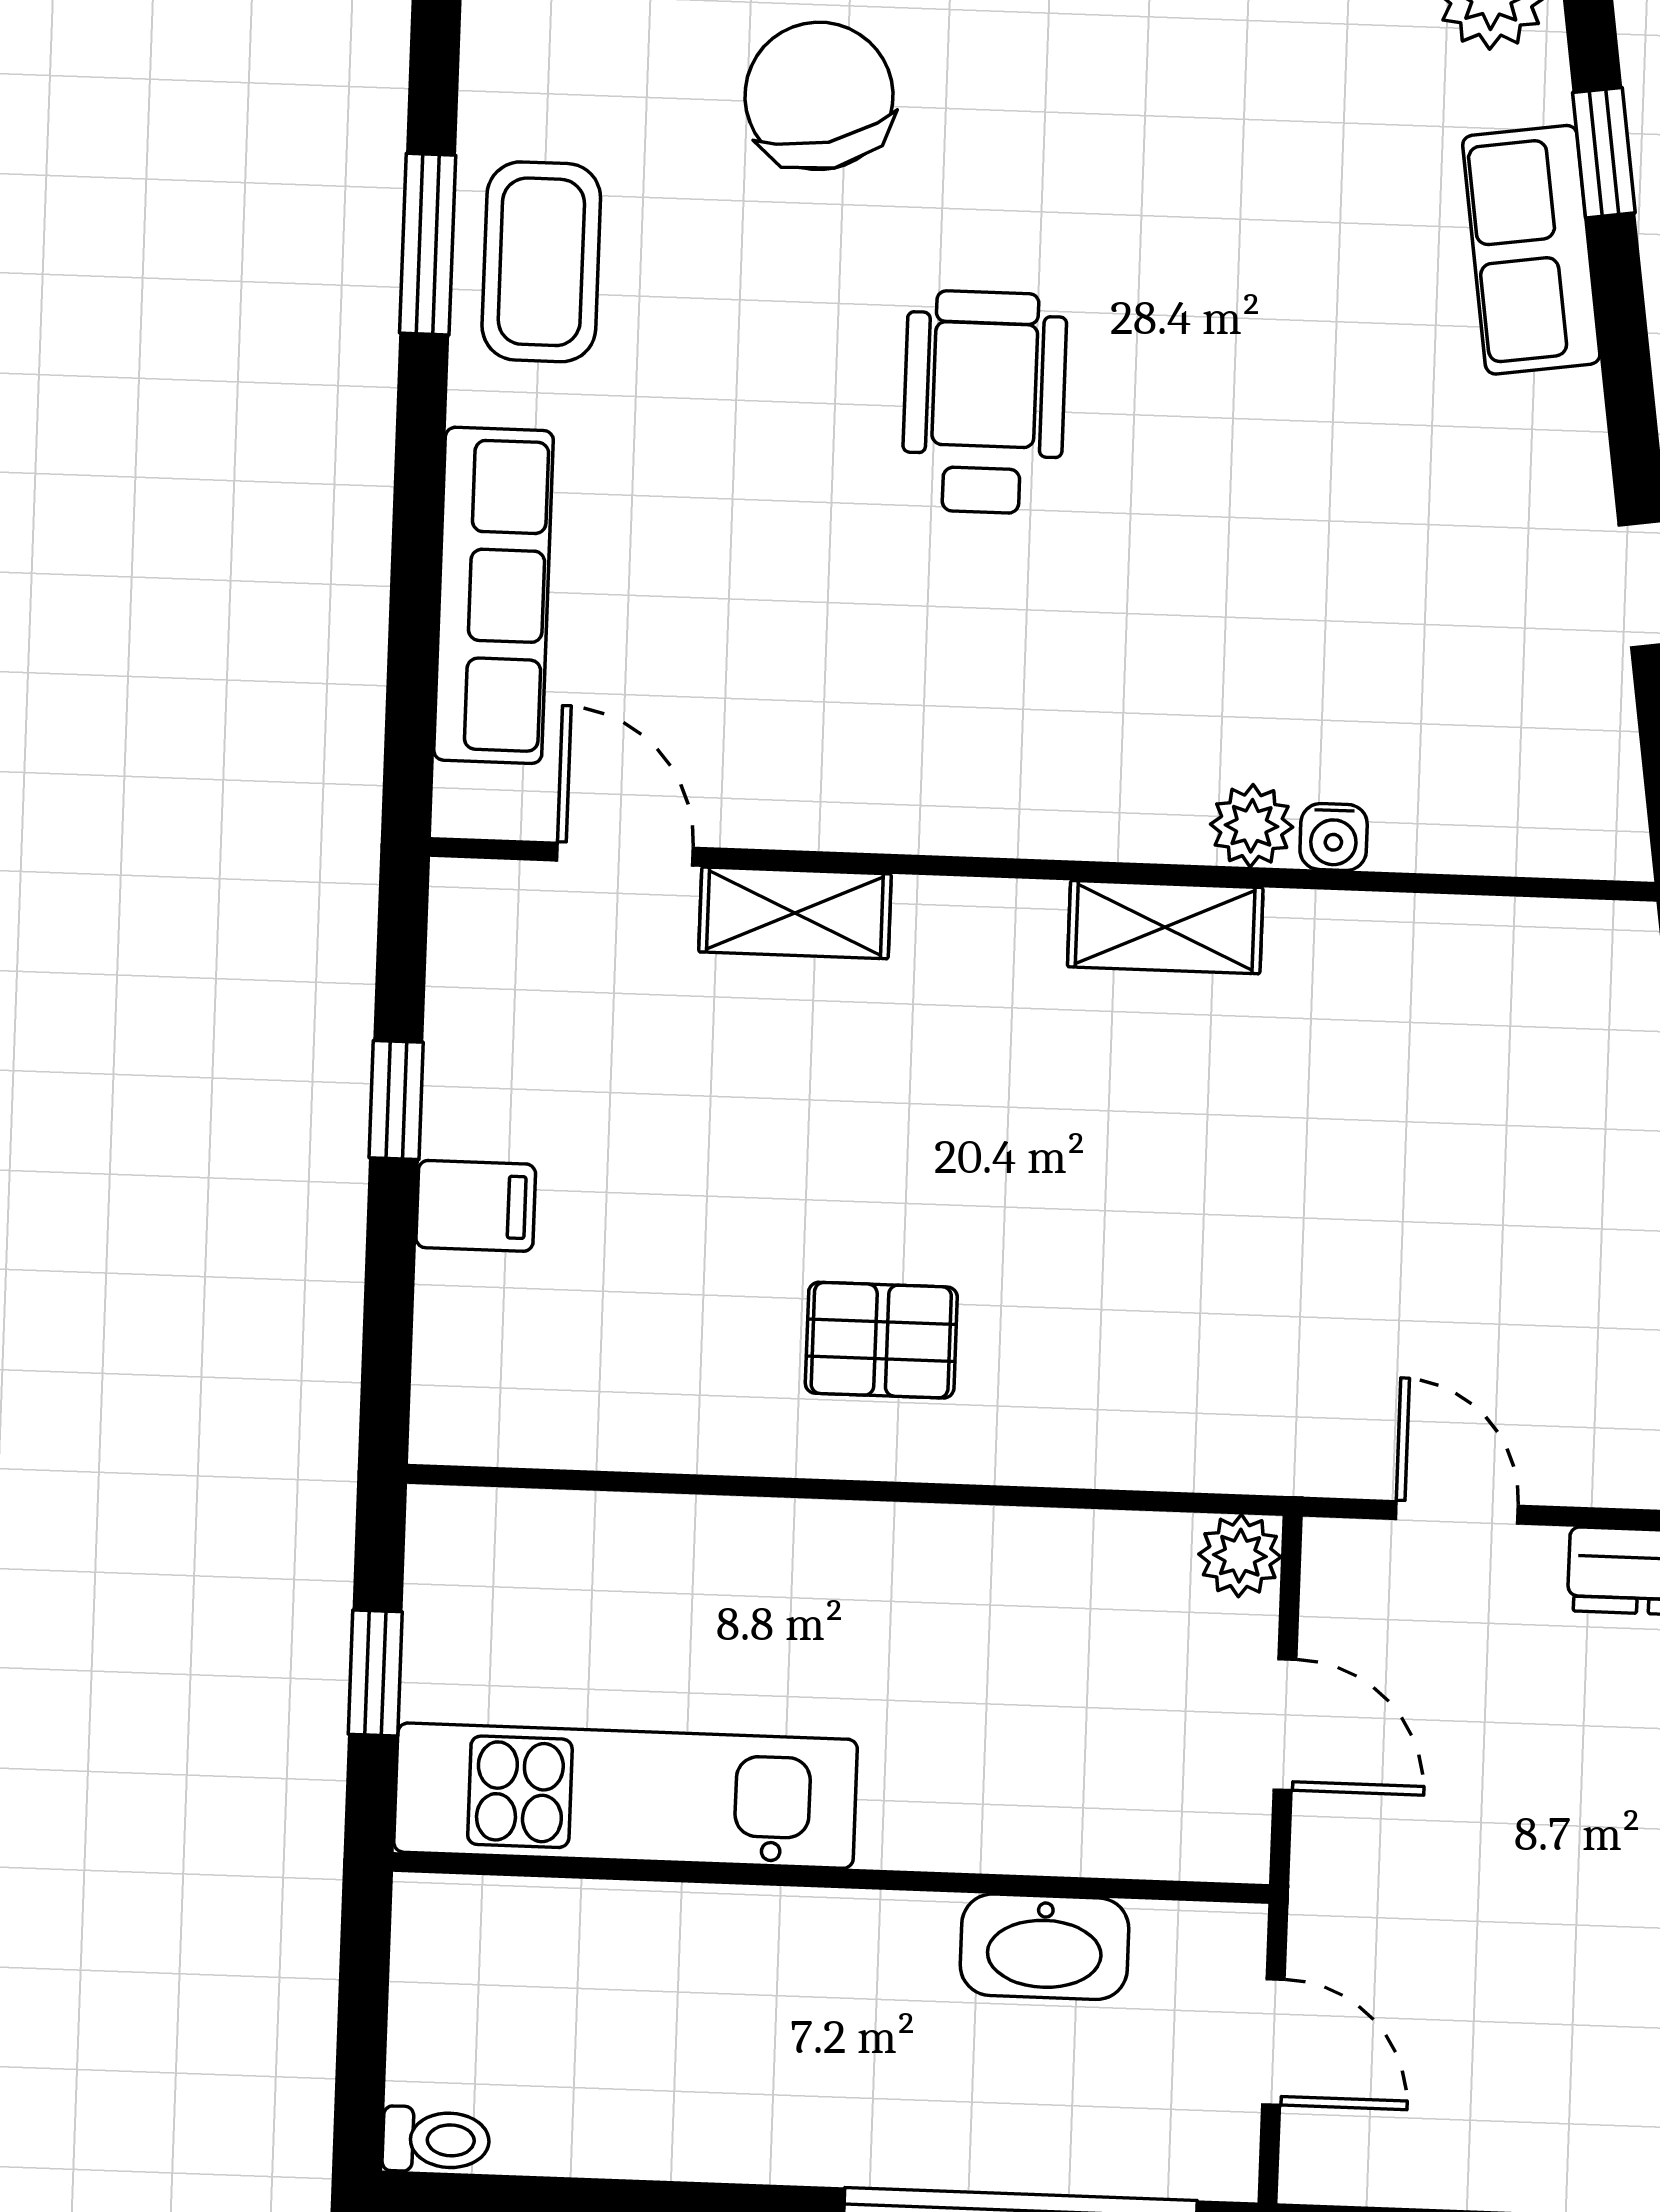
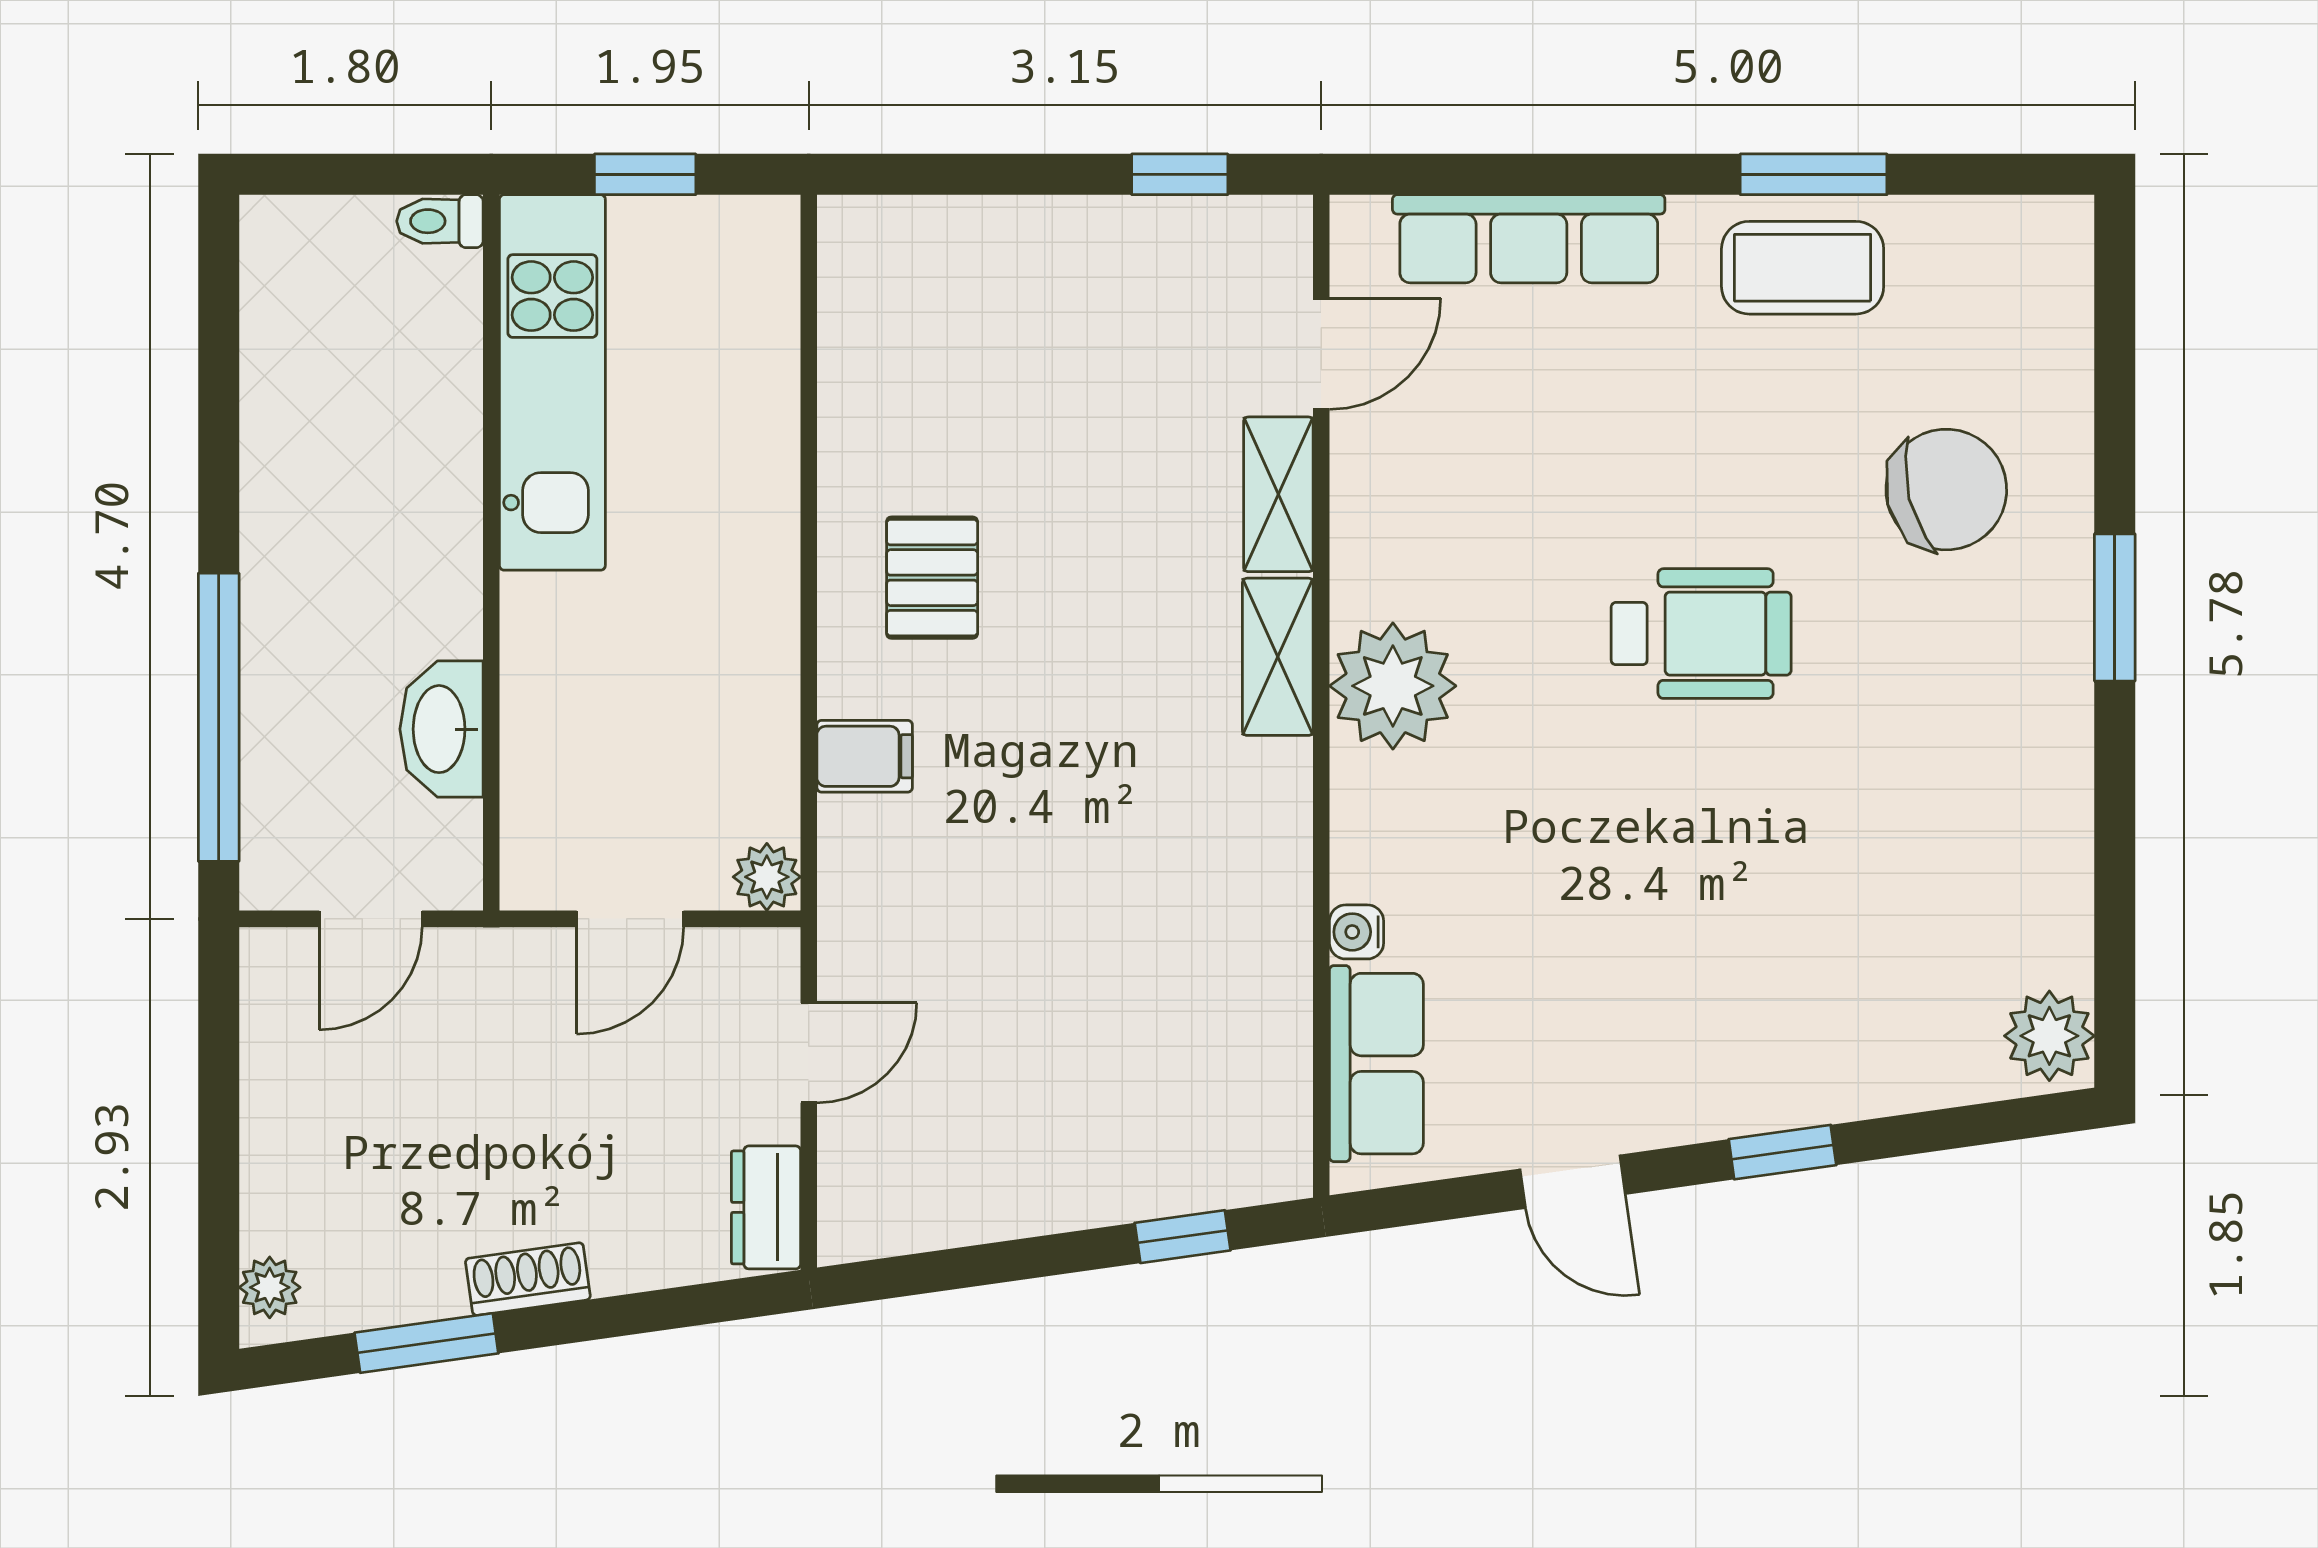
window: (1604, 153) -> (1782, 1152), moved
row of seats: (1531, 250) -> (1376, 1064), moved, turned 98
plant: (1252, 826) -> (1393, 686), moved, width x1.87, depth x1.87
shelving: (1165, 927) -> (1278, 657), moved
window: (396, 1100) -> (1180, 174), moved
filing cabinet: (476, 1206) -> (865, 756), moved, turned -90
toilet: (436, 2140) -> (440, 221), moved, turned 90

